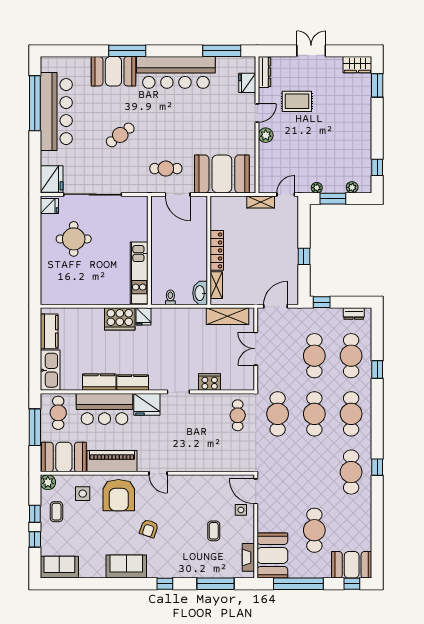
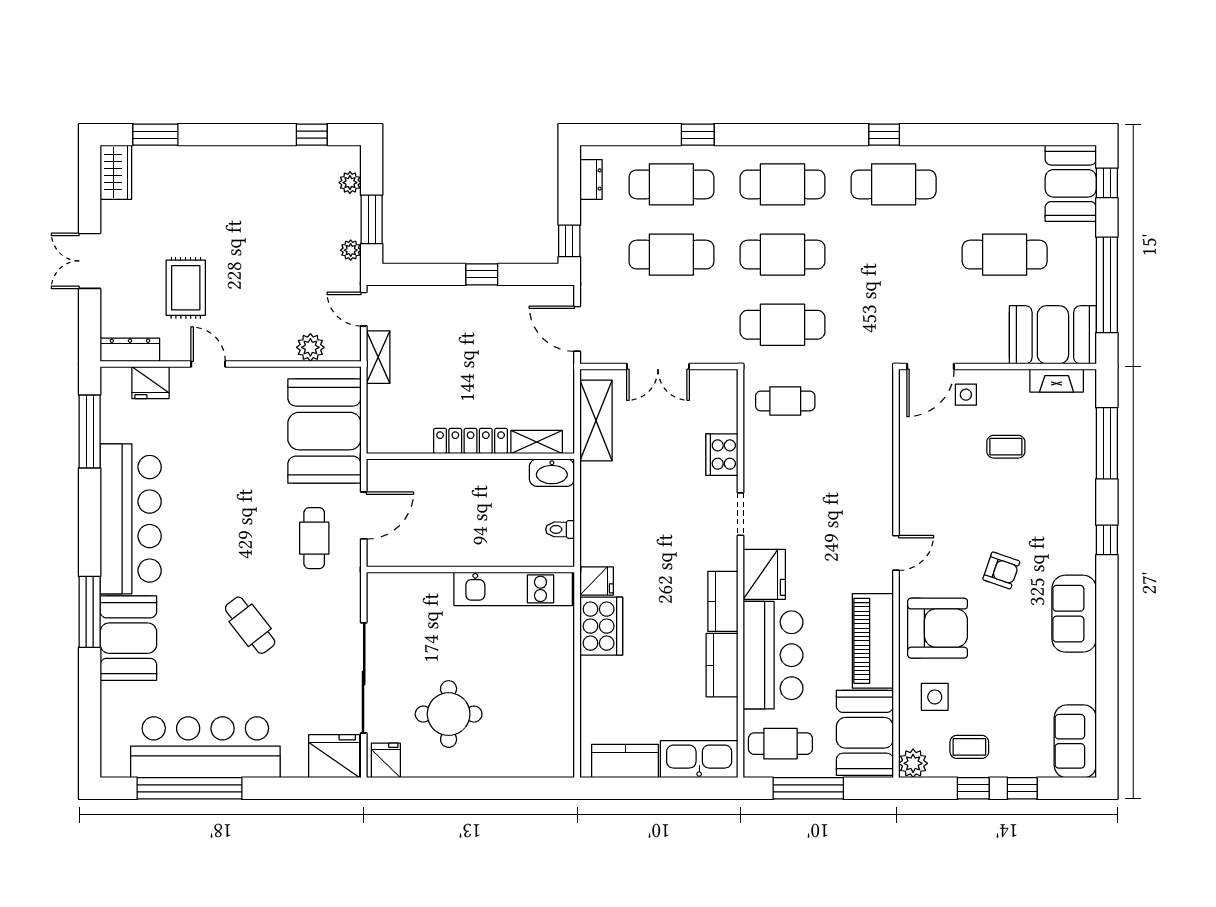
plant: (266, 135) -> (310, 347), moved

